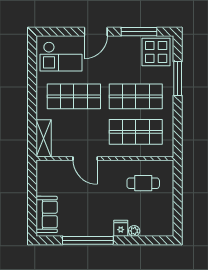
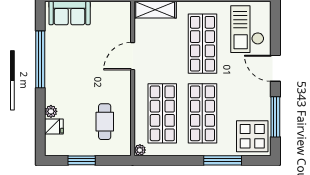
plant: (168, 152) -> (140, 150), added
window: (178, 204) -> (82, 160), added
fridge: (121, 228) -> (54, 127), moved

